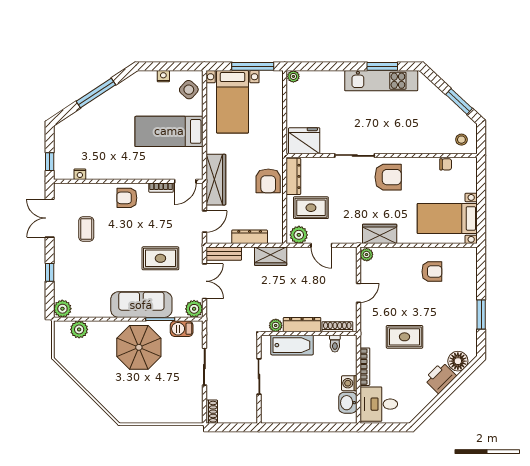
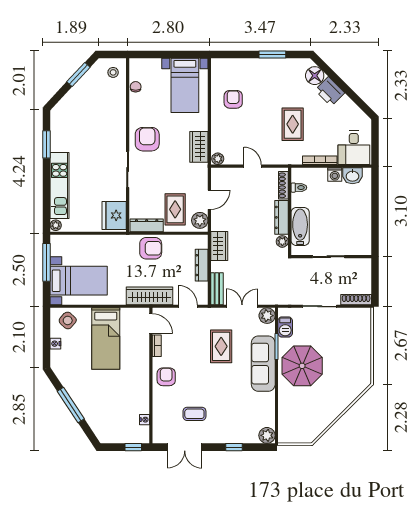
kitchen unit: (381, 81) -> (60, 186), moved
armchair: (127, 198) -> (166, 377), turned 180
plant: (79, 329) -> (286, 420), removed
shoe rack: (212, 412) -> (356, 300), width x1.43

